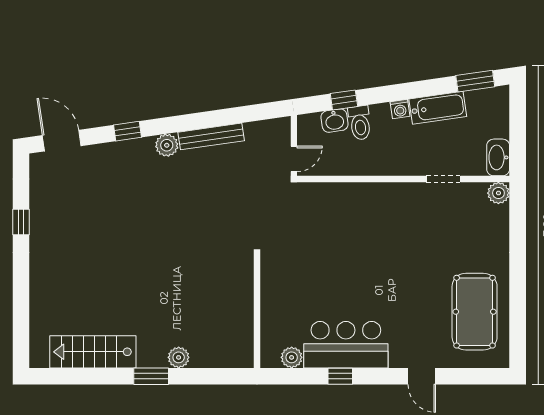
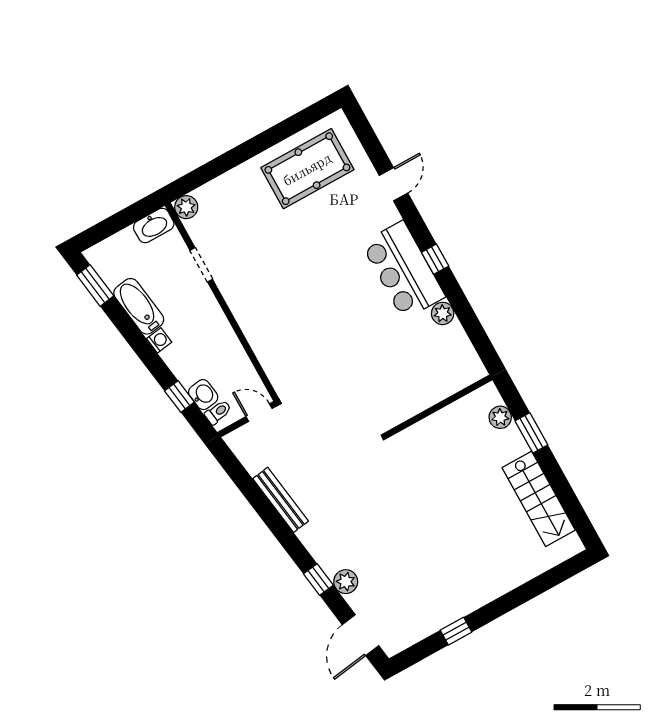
toilet: (360, 123) -> (218, 412), moved, width x0.73, depth x0.72
plant: (167, 145) -> (346, 582), moved
wall: (257, 312) -> (439, 406), moved

